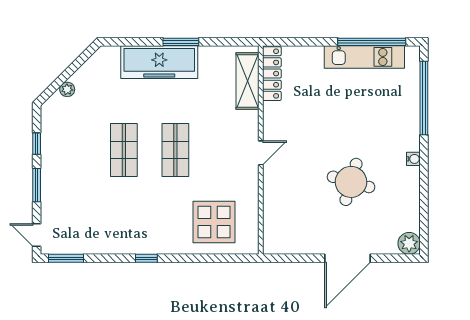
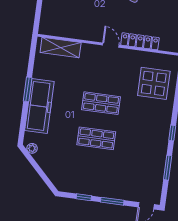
locker: (272, 74) -> (140, 41), moved
plant: (67, 89) -> (32, 148), moved
window: (66, 258) -> (168, 168), moved

